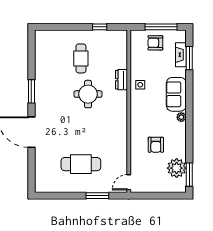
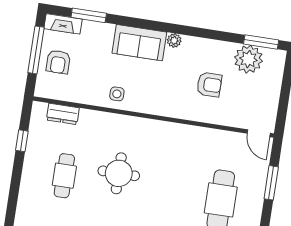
fireplace: (181, 55) -> (63, 24), moved
cafe table: (81, 58) -> (64, 176), turned 90
dresser: (121, 80) -> (63, 114), moved

